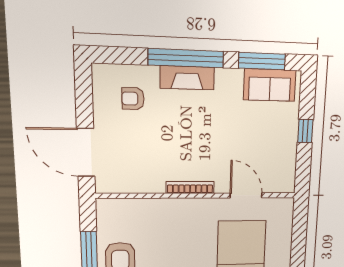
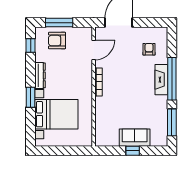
sofa: (270, 85) -> (135, 138), moved, turned 90
door: (246, 195) -> (94, 50), moved

